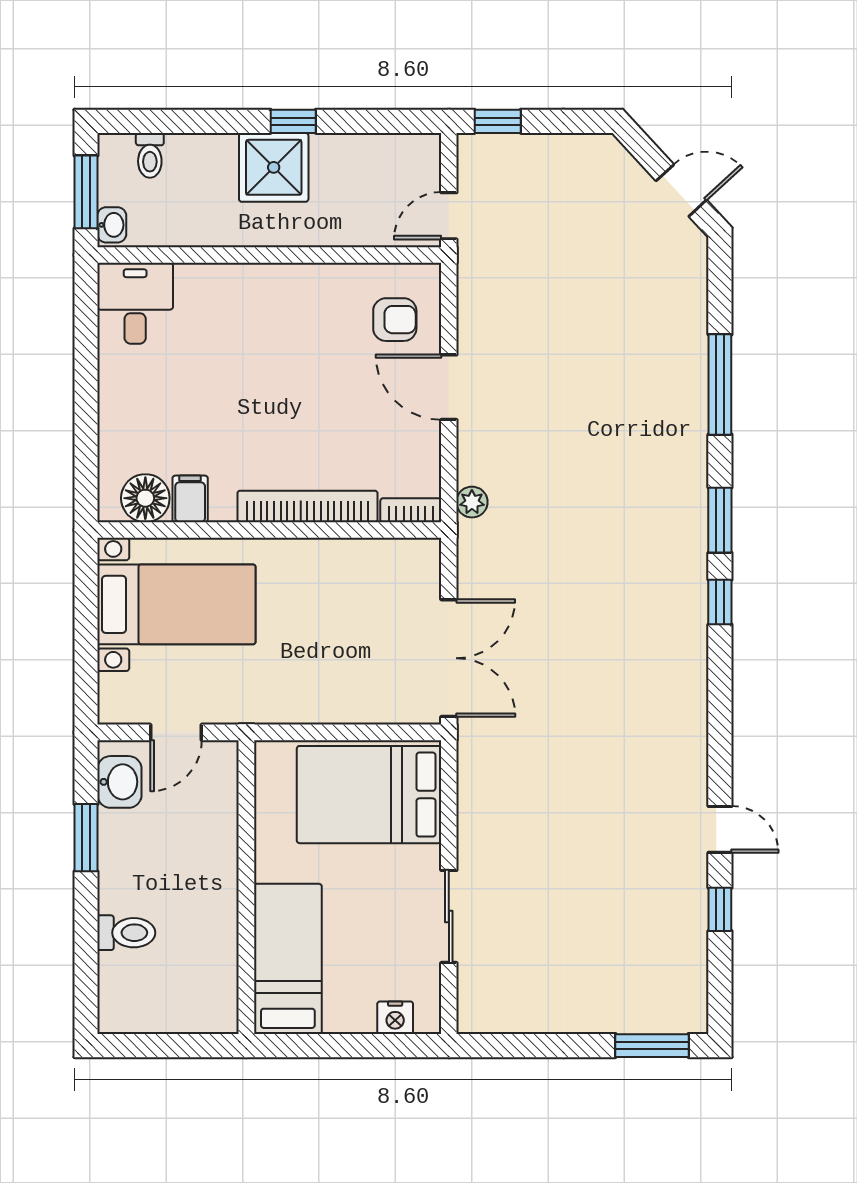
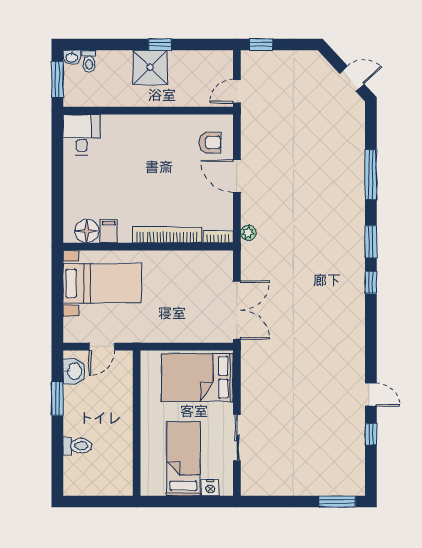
washbasin: (112, 225) -> (72, 57), moved, turned 90
bed: (288, 959) -> (183, 459), moved

